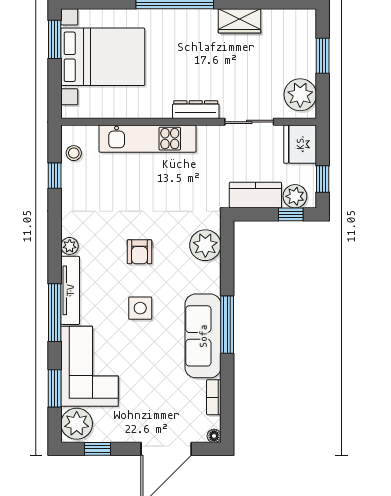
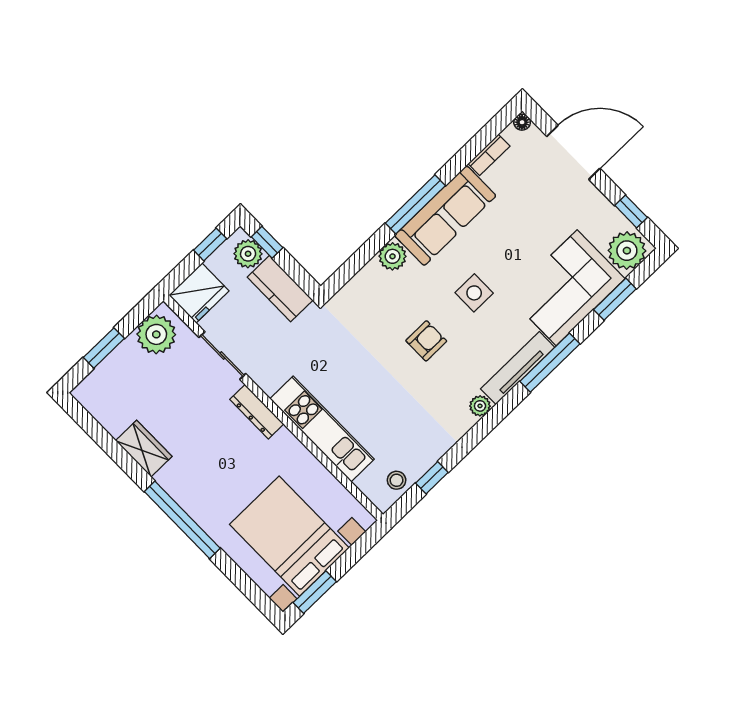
plant: (205, 245) -> (392, 256), moved, width x0.73, depth x0.73

